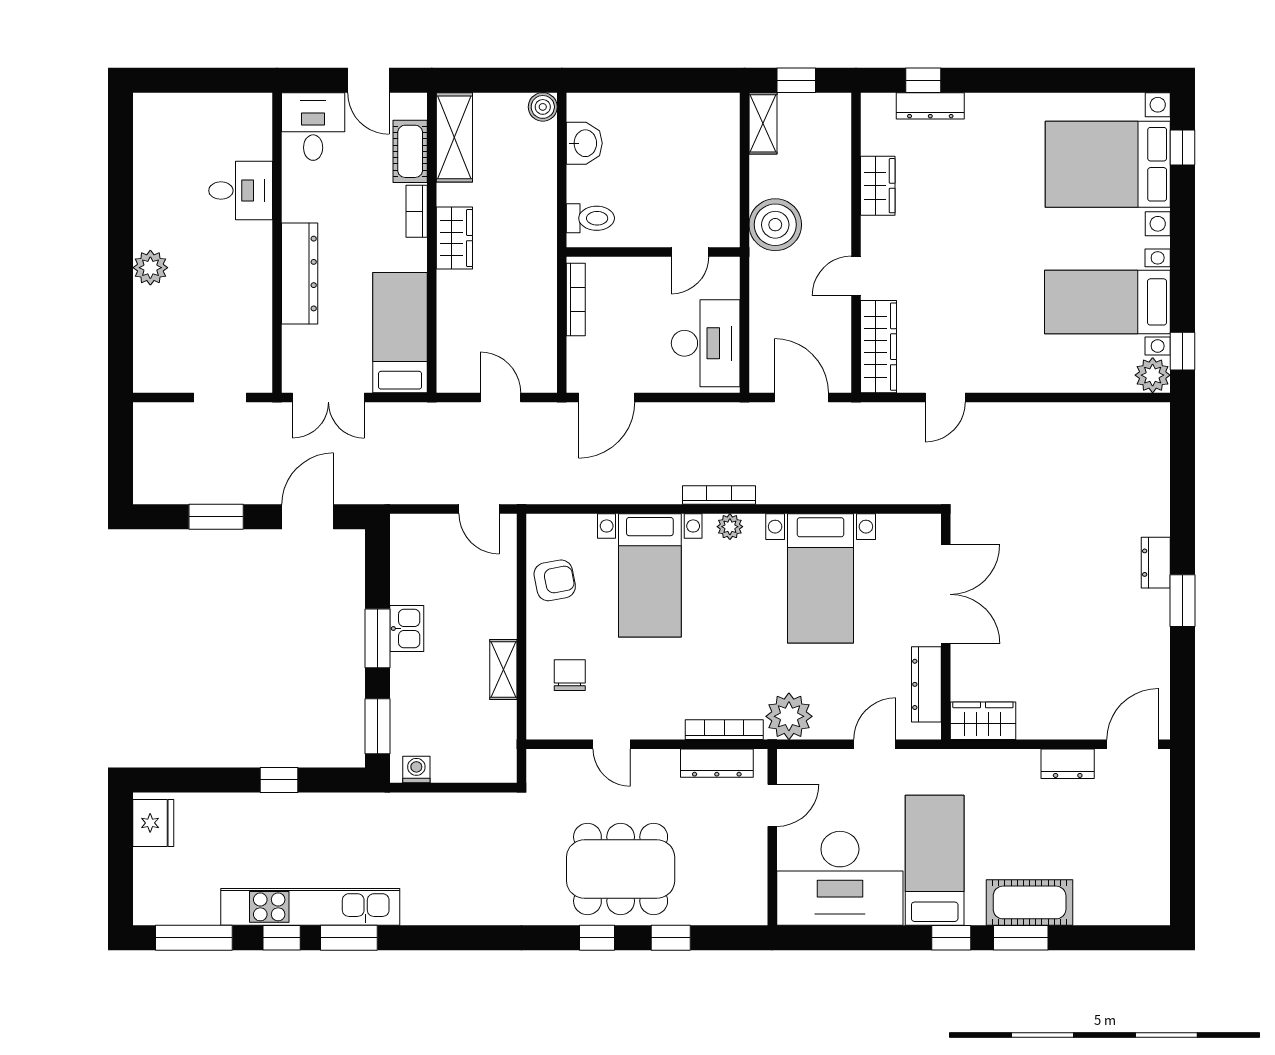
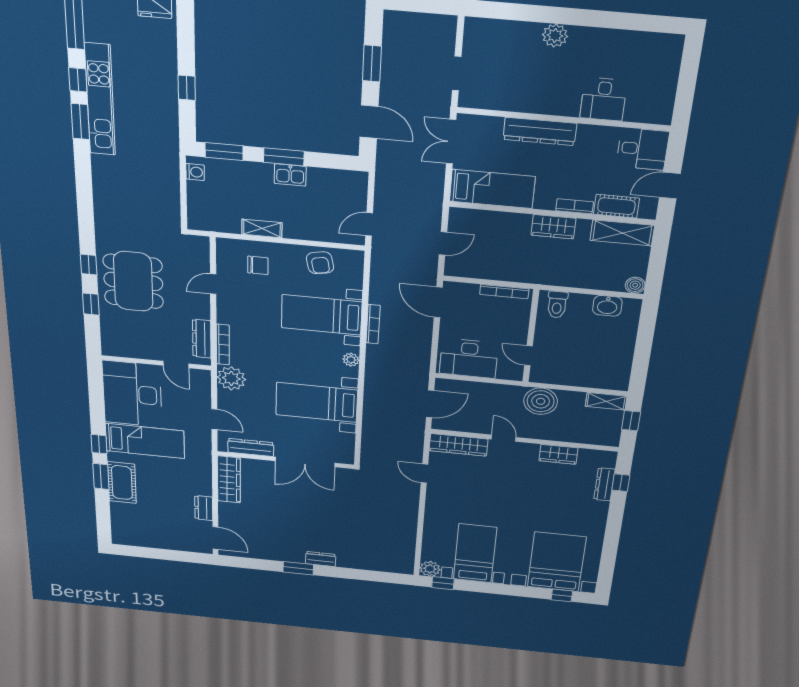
bookcase: (719, 495) -> (373, 324), moved
wardrobe: (983, 721) -> (229, 479), width x1.50

